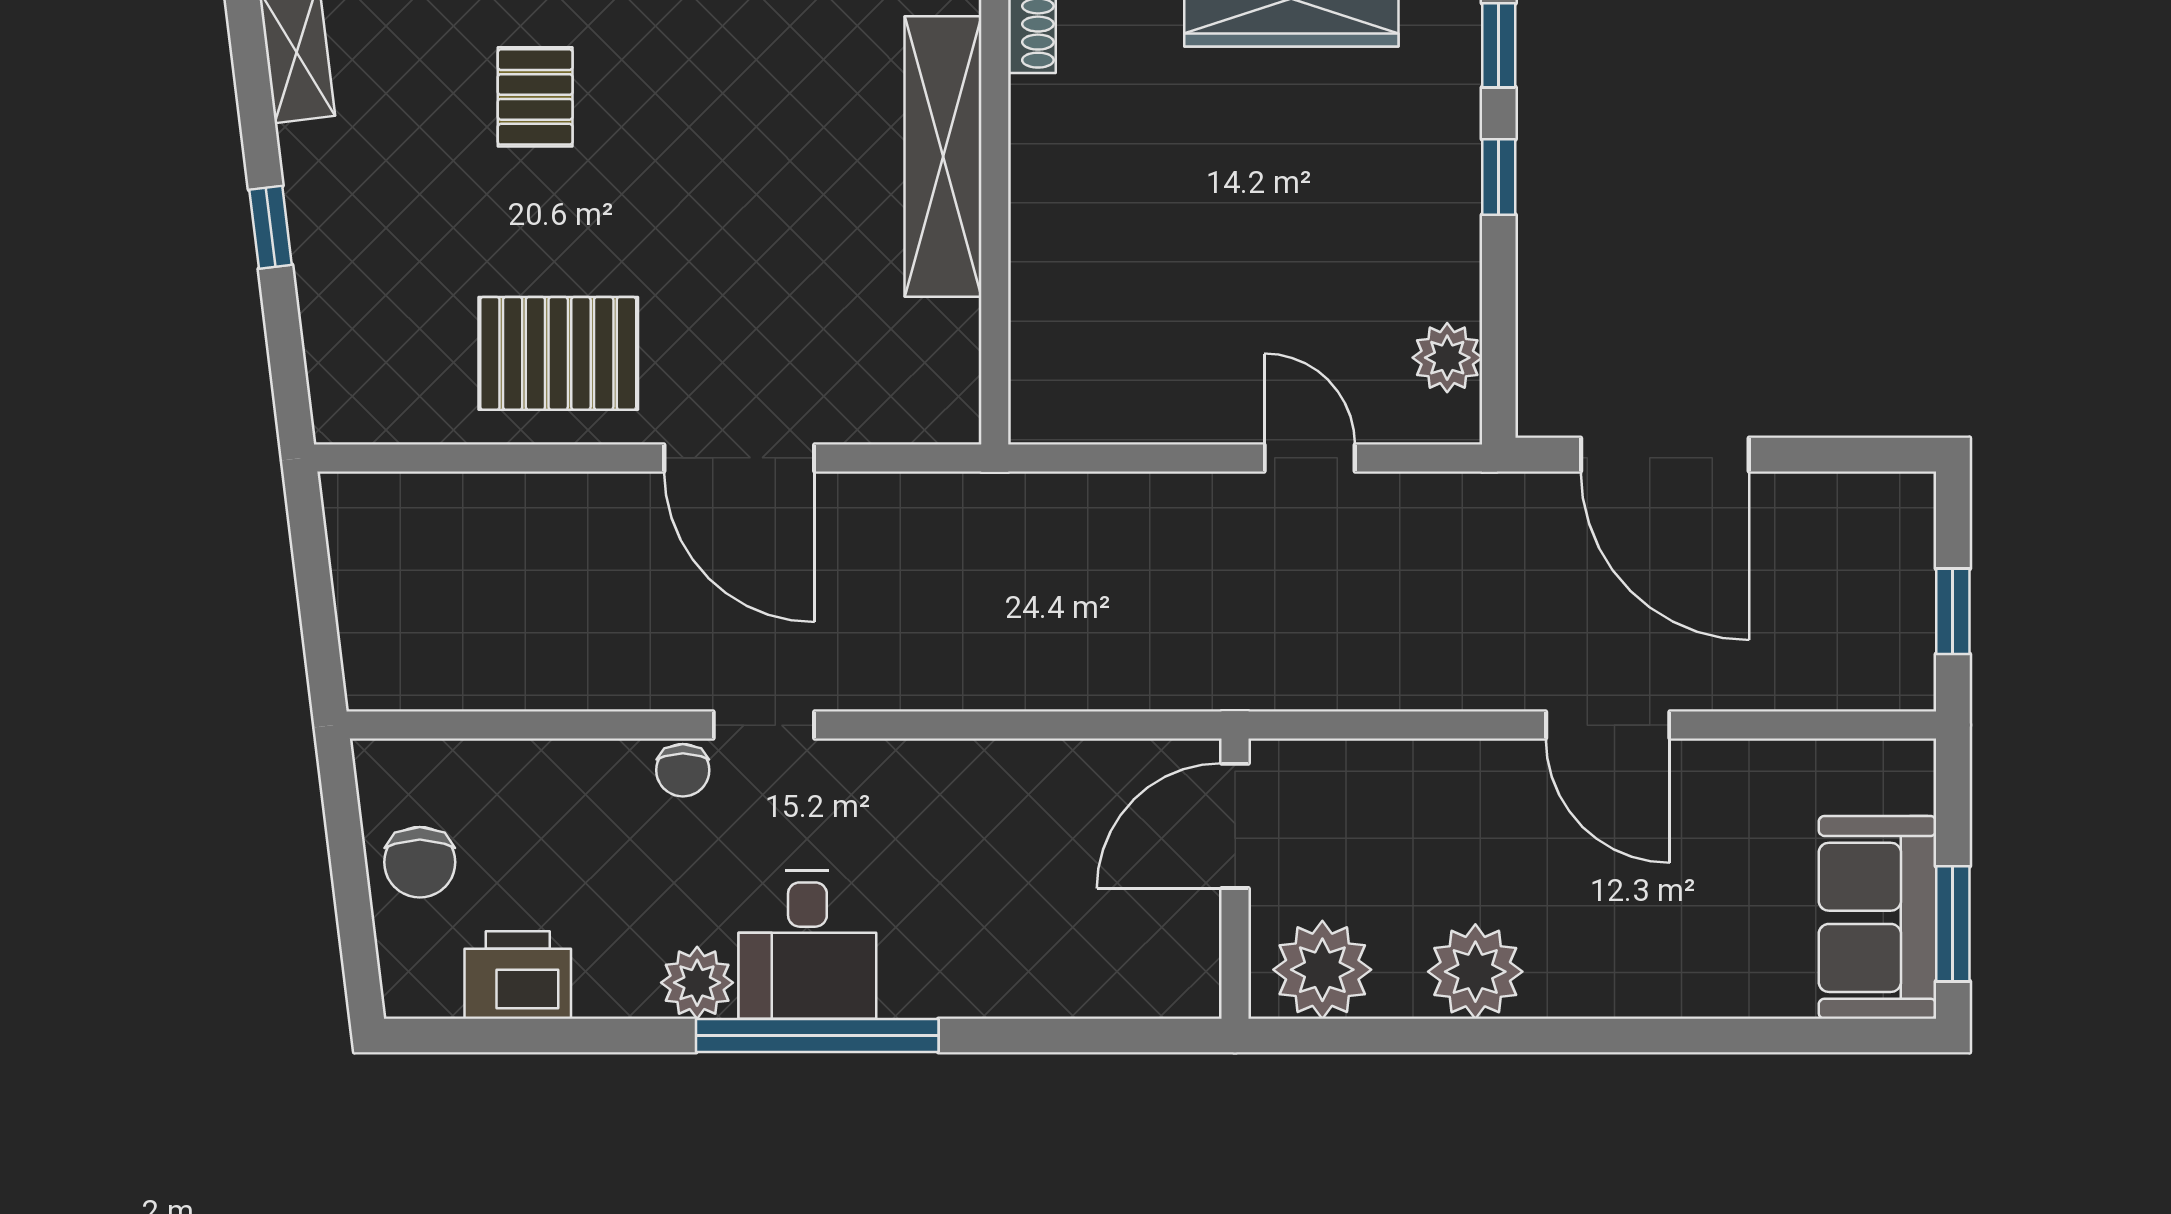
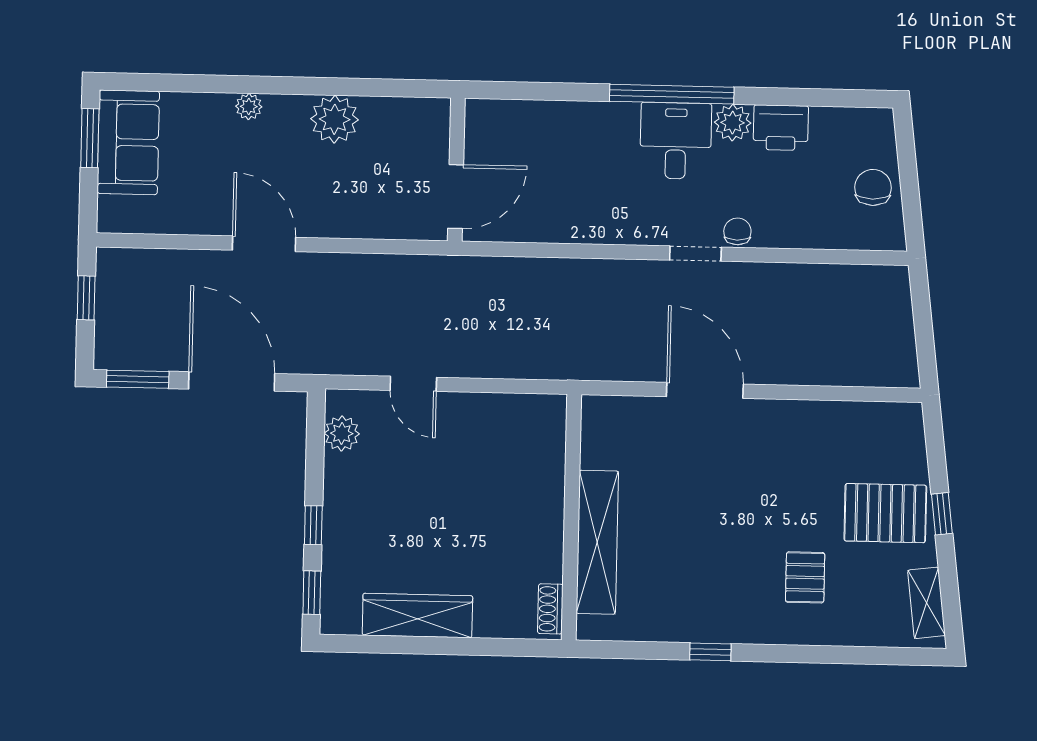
pallet: (558, 353) -> (885, 513), moved
window: (1849, 455) -> (138, 379), added
plant: (1322, 970) -> (249, 107), moved, width x0.53, depth x0.53
printer: (518, 975) -> (781, 128), moved

